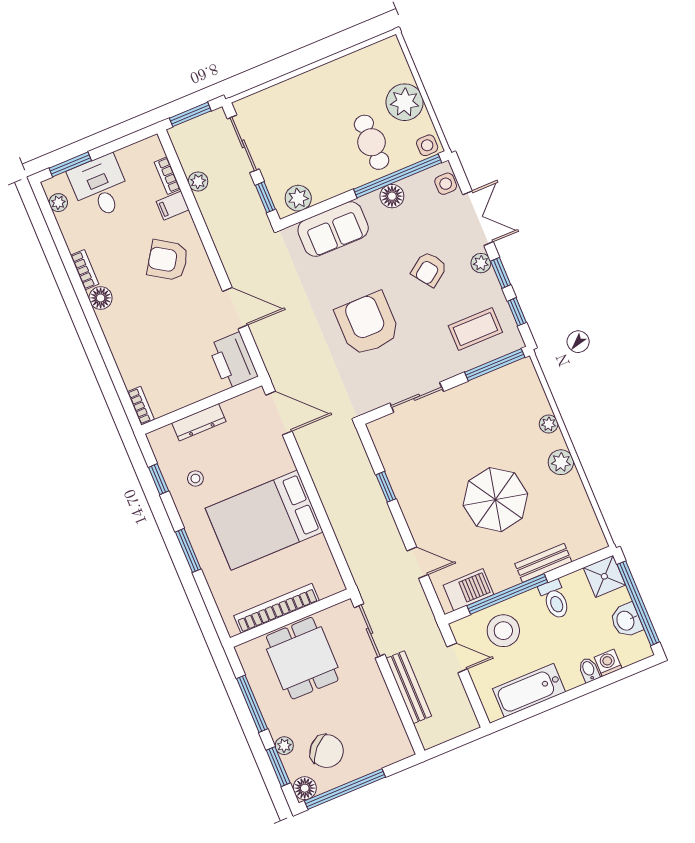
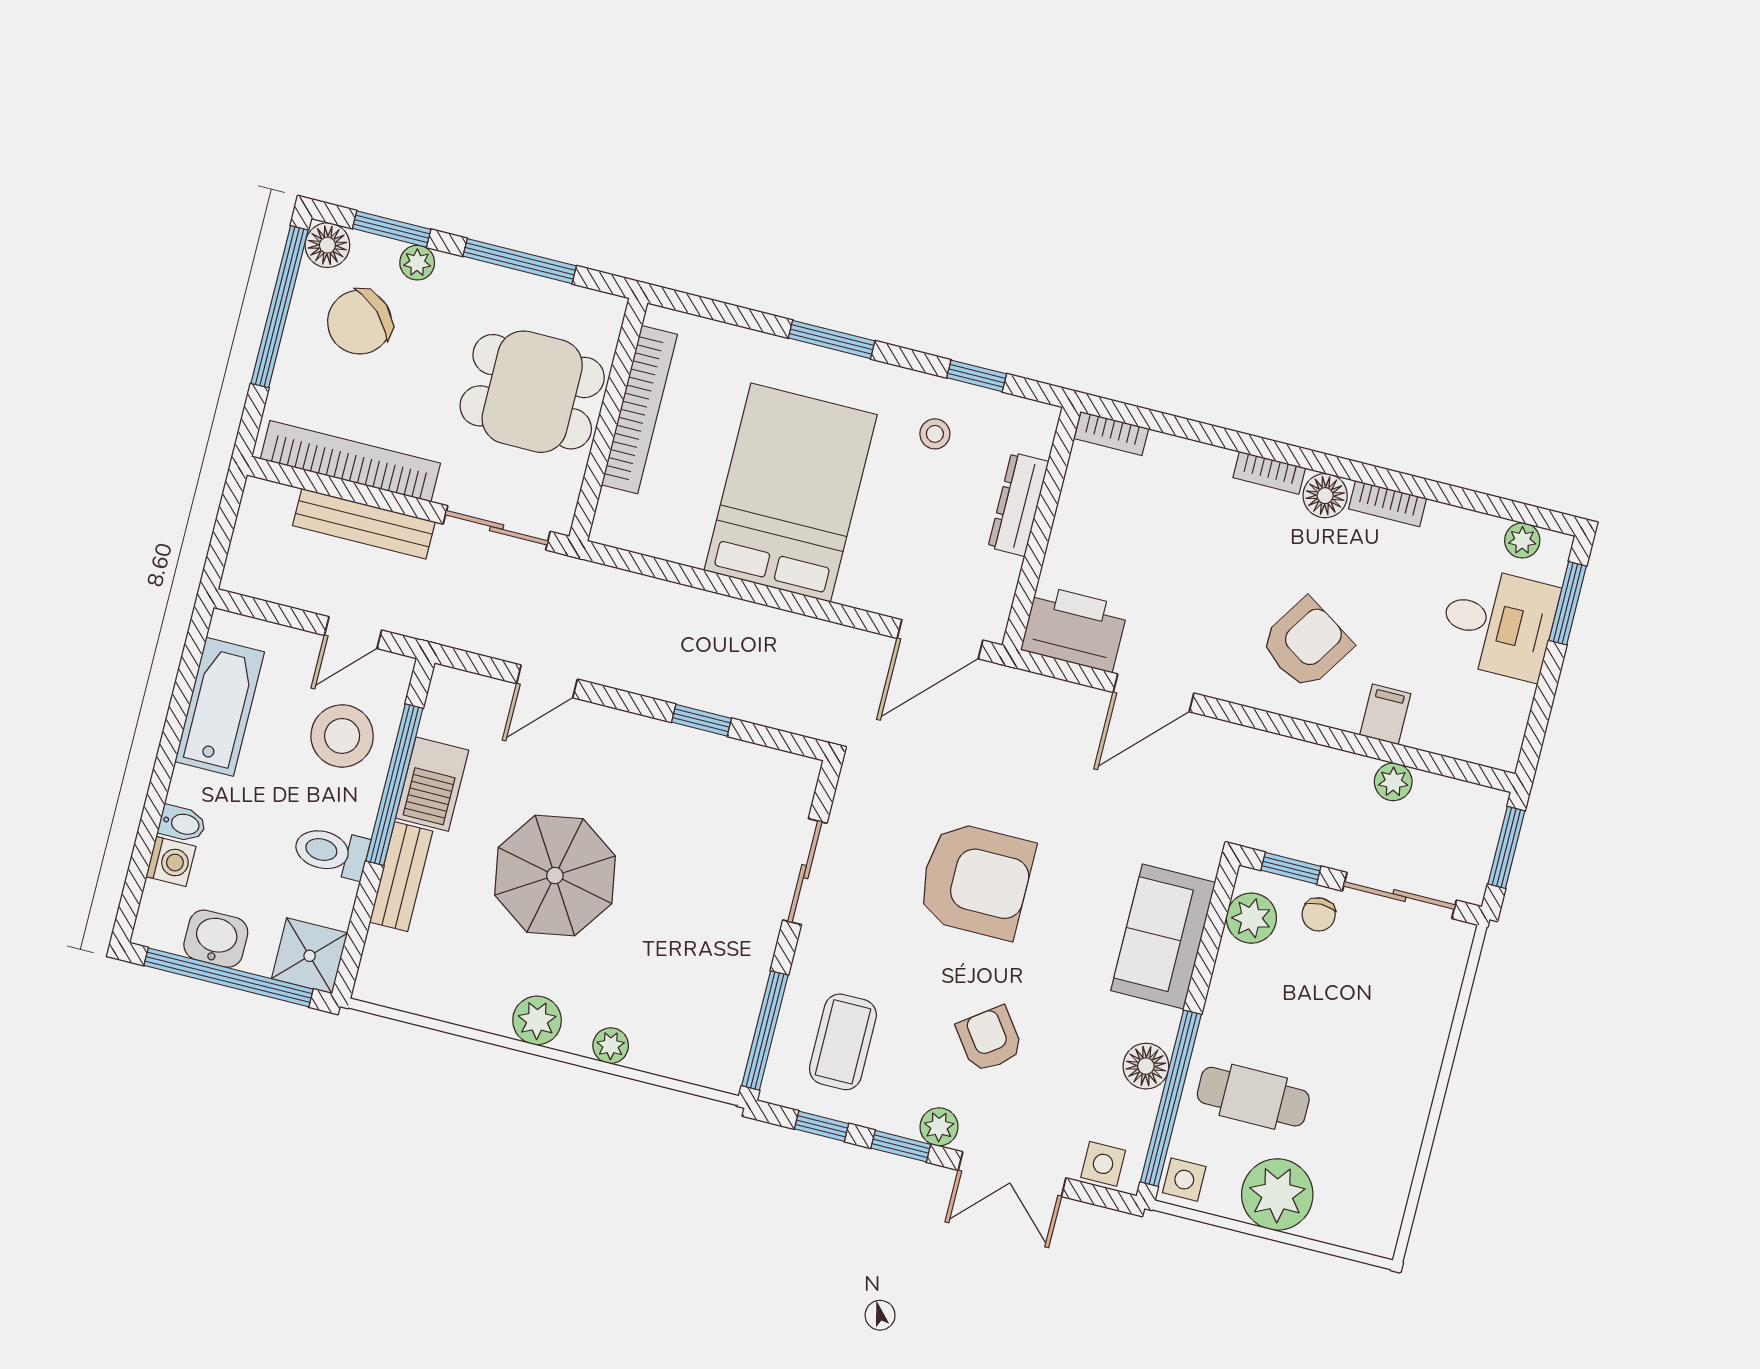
chair: (276, 171) -> (1319, 914), added
bookcase: (167, 176) -> (1269, 473), moved, turned 180
barbecue: (468, 590) -> (432, 784), moved
bookcase: (387, 712) -> (350, 461), added

